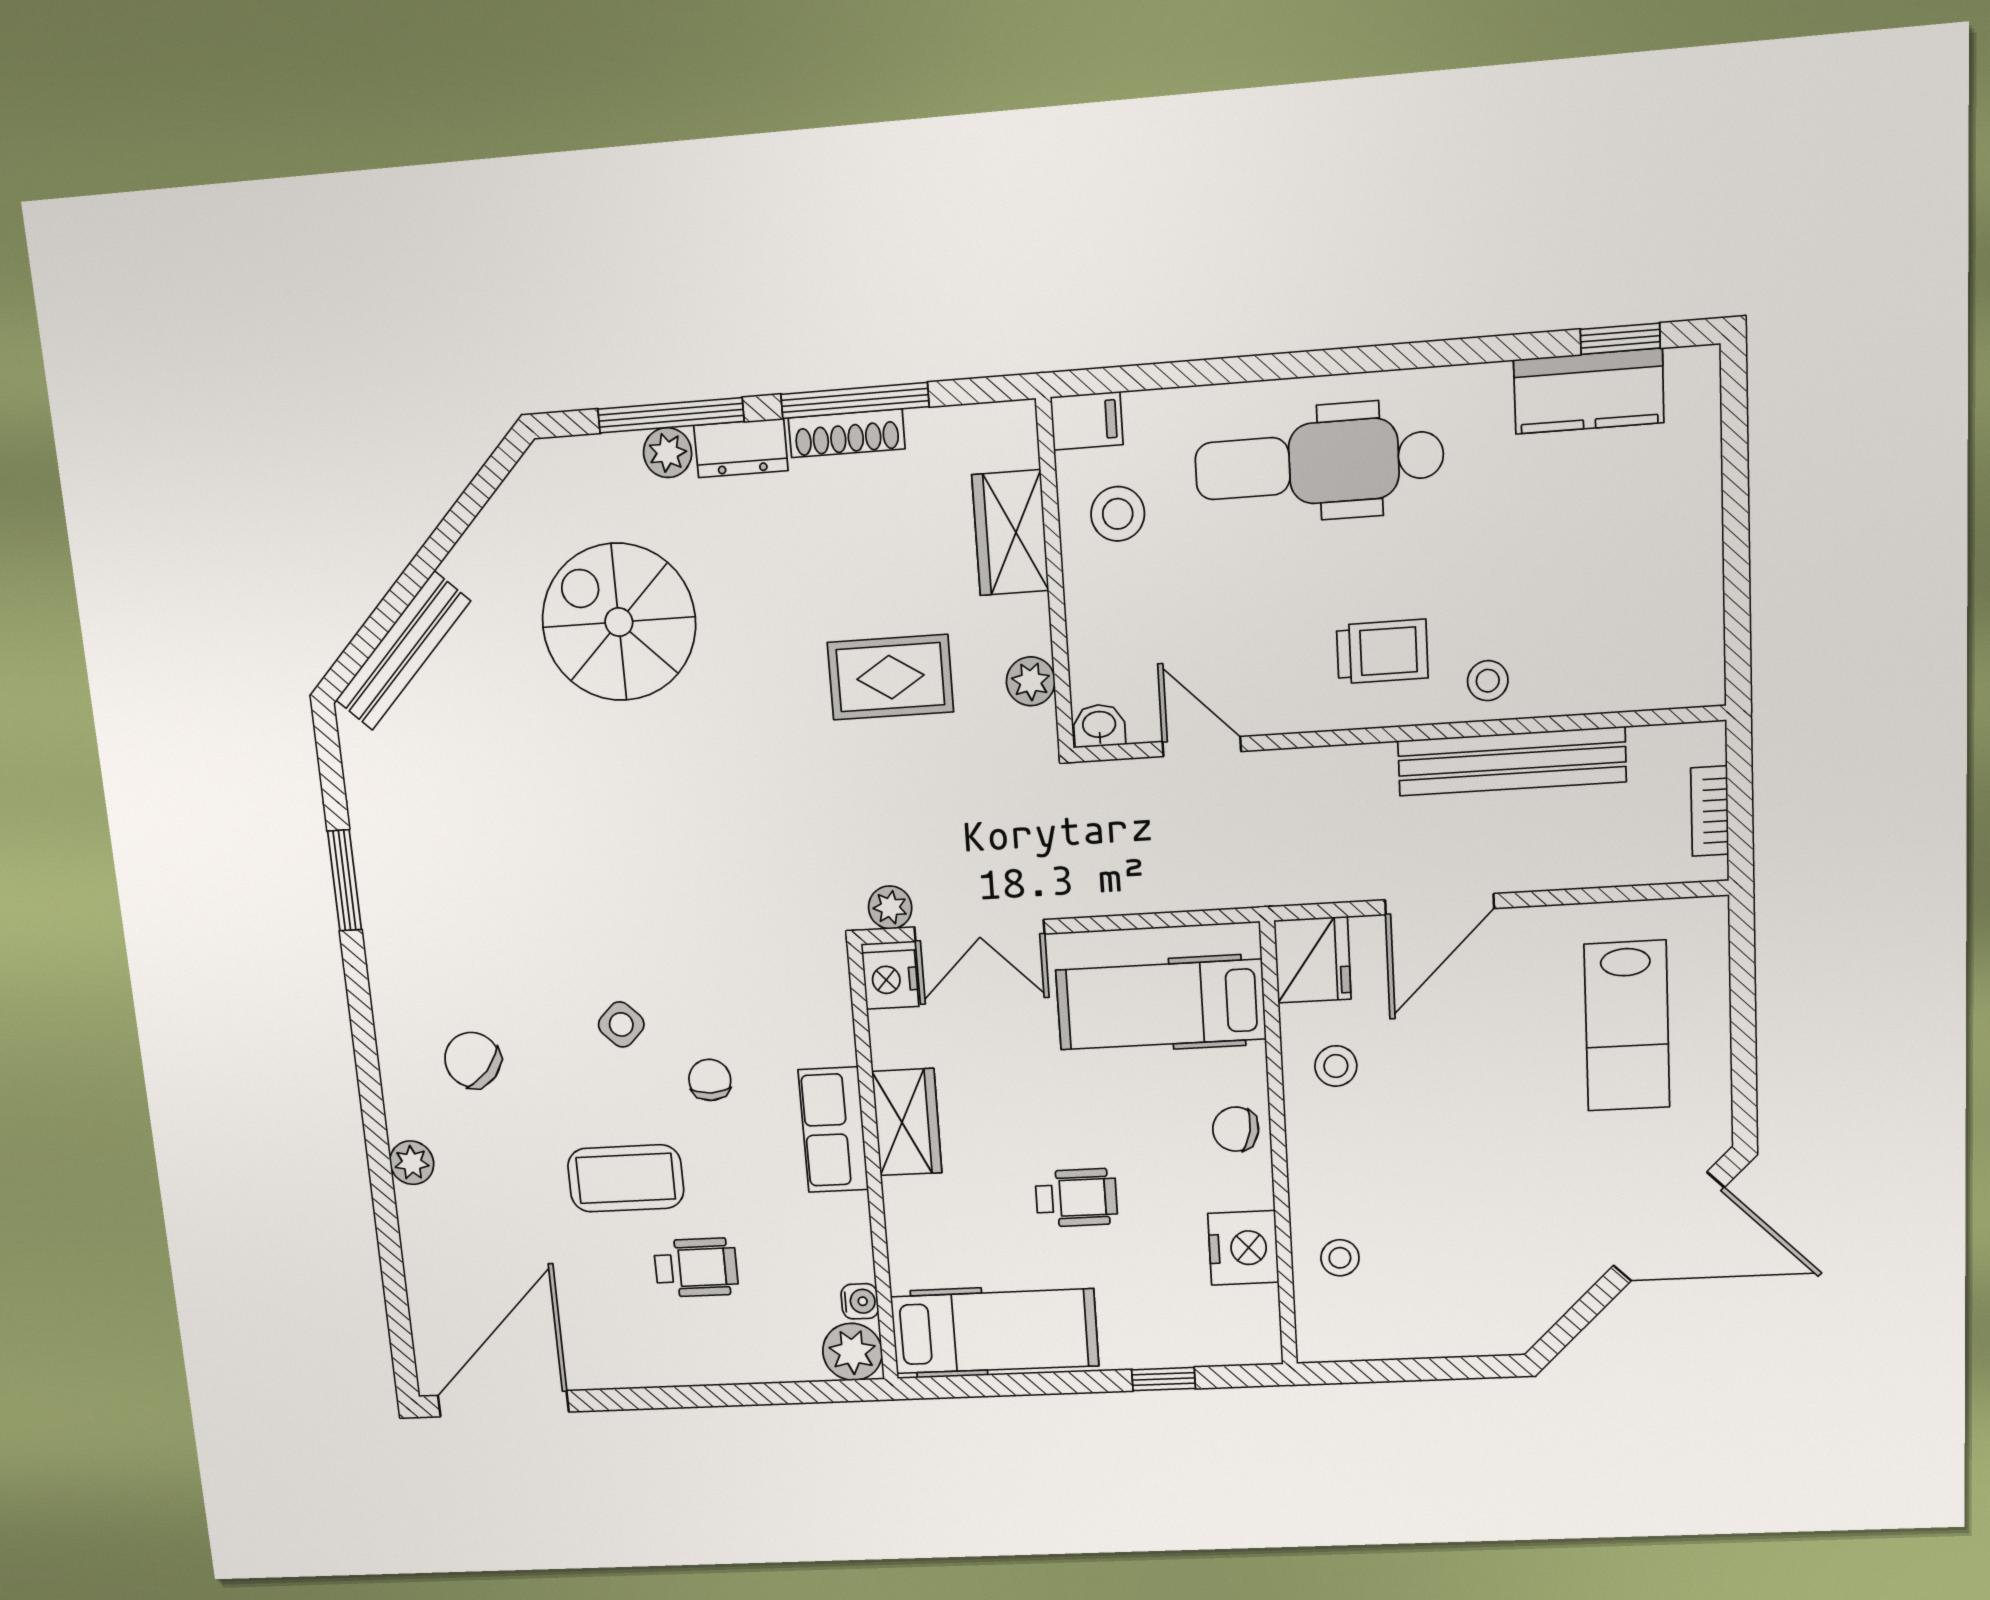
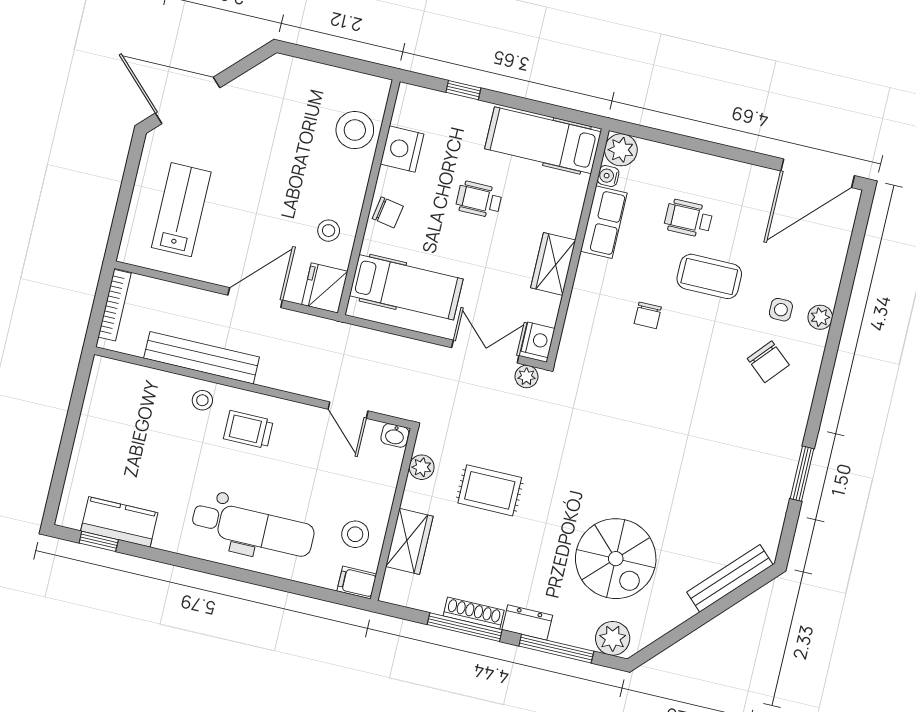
plant: (668, 453) -> (613, 638), moved, width x1.38, depth x1.38
bookcase: (1710, 811) -> (115, 305), width x1.56
side table: (621, 1024) -> (781, 310), moved, turned 45
row of seats: (833, 1130) -> (604, 222), moved
stool: (1340, 1258) -> (355, 130), width x1.89, depth x1.89

